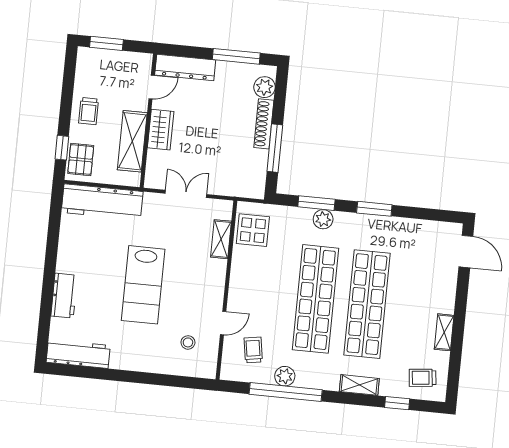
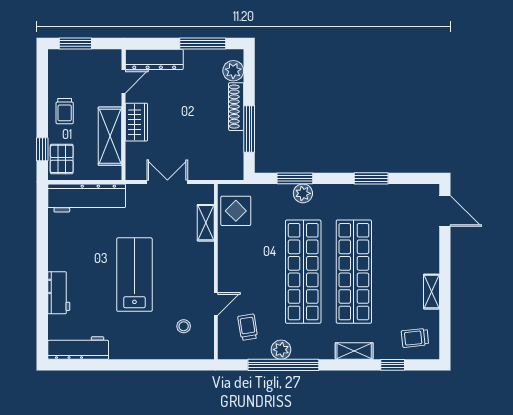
window: (374, 209) -> (371, 178), moved
lab bench: (143, 285) -> (134, 275), turned 180

